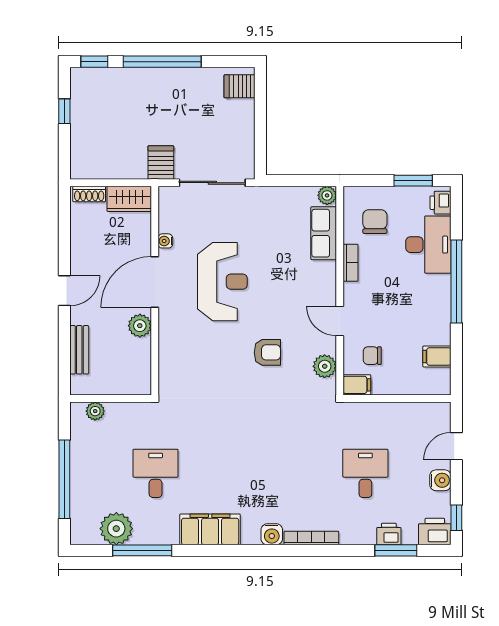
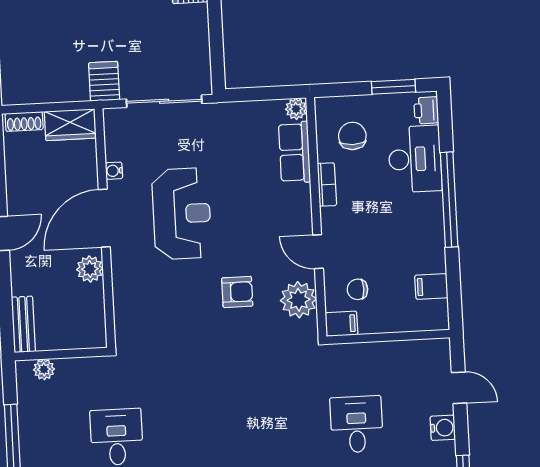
bench: (79, 350) -> (23, 324), moved
plant: (325, 366) -> (299, 300), width x1.36, depth x1.36
door: (456, 446) -> (459, 388), swing flipped

